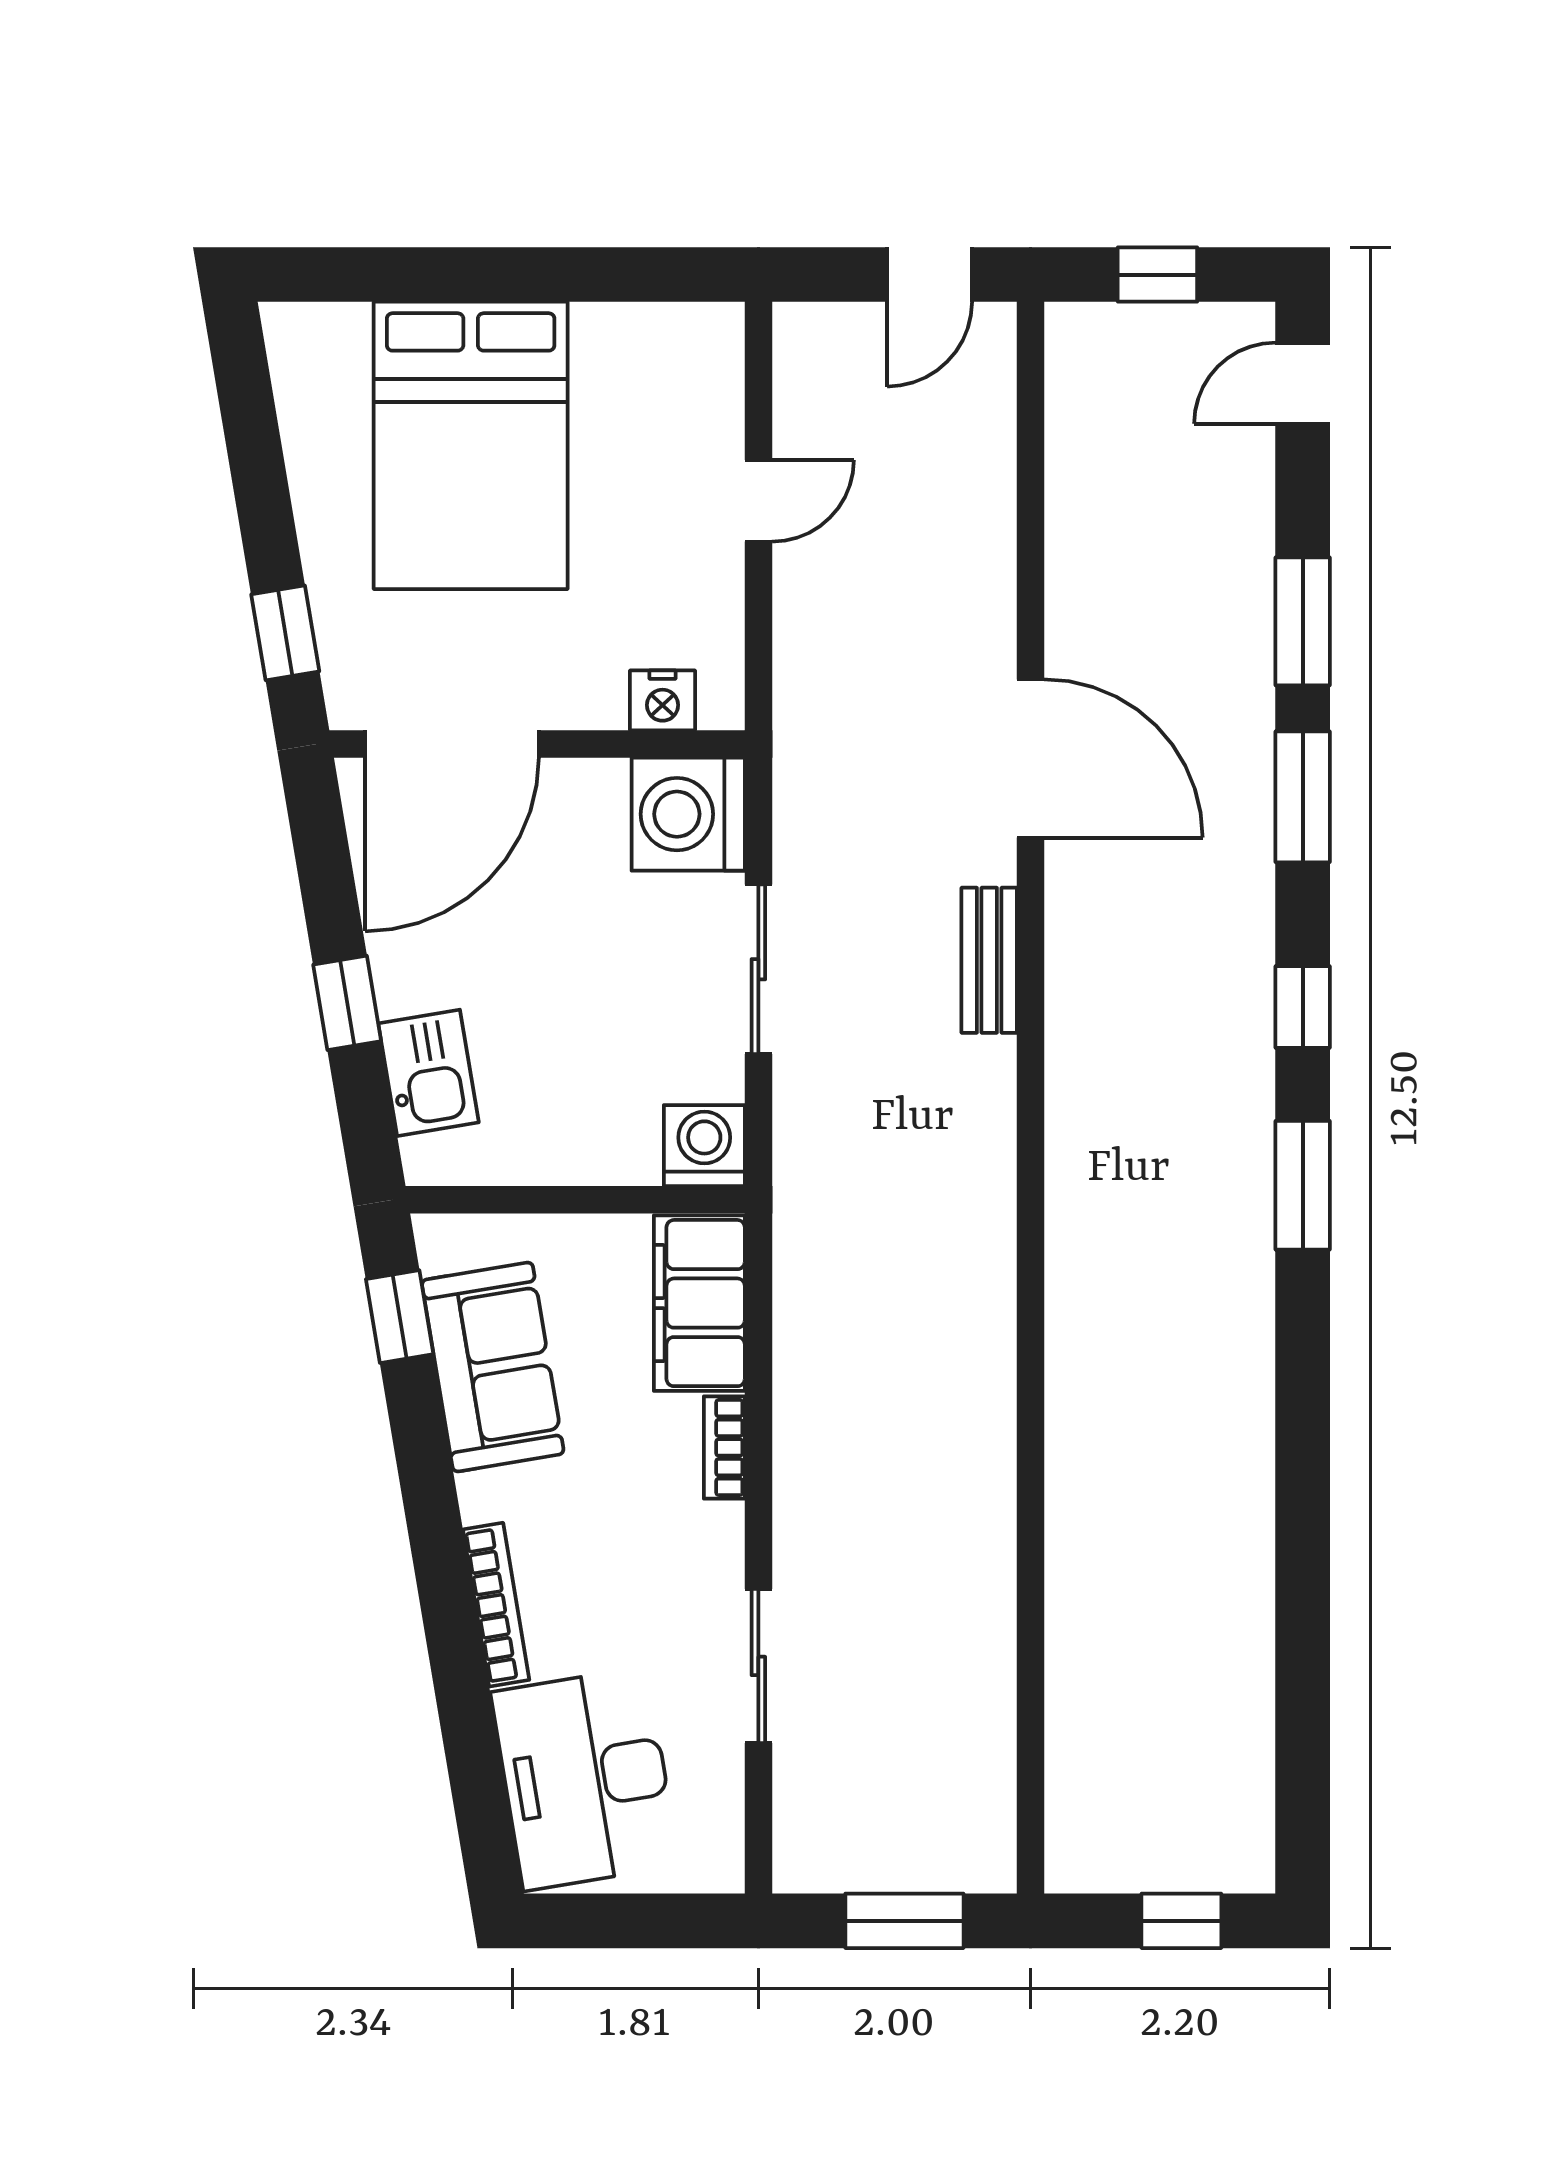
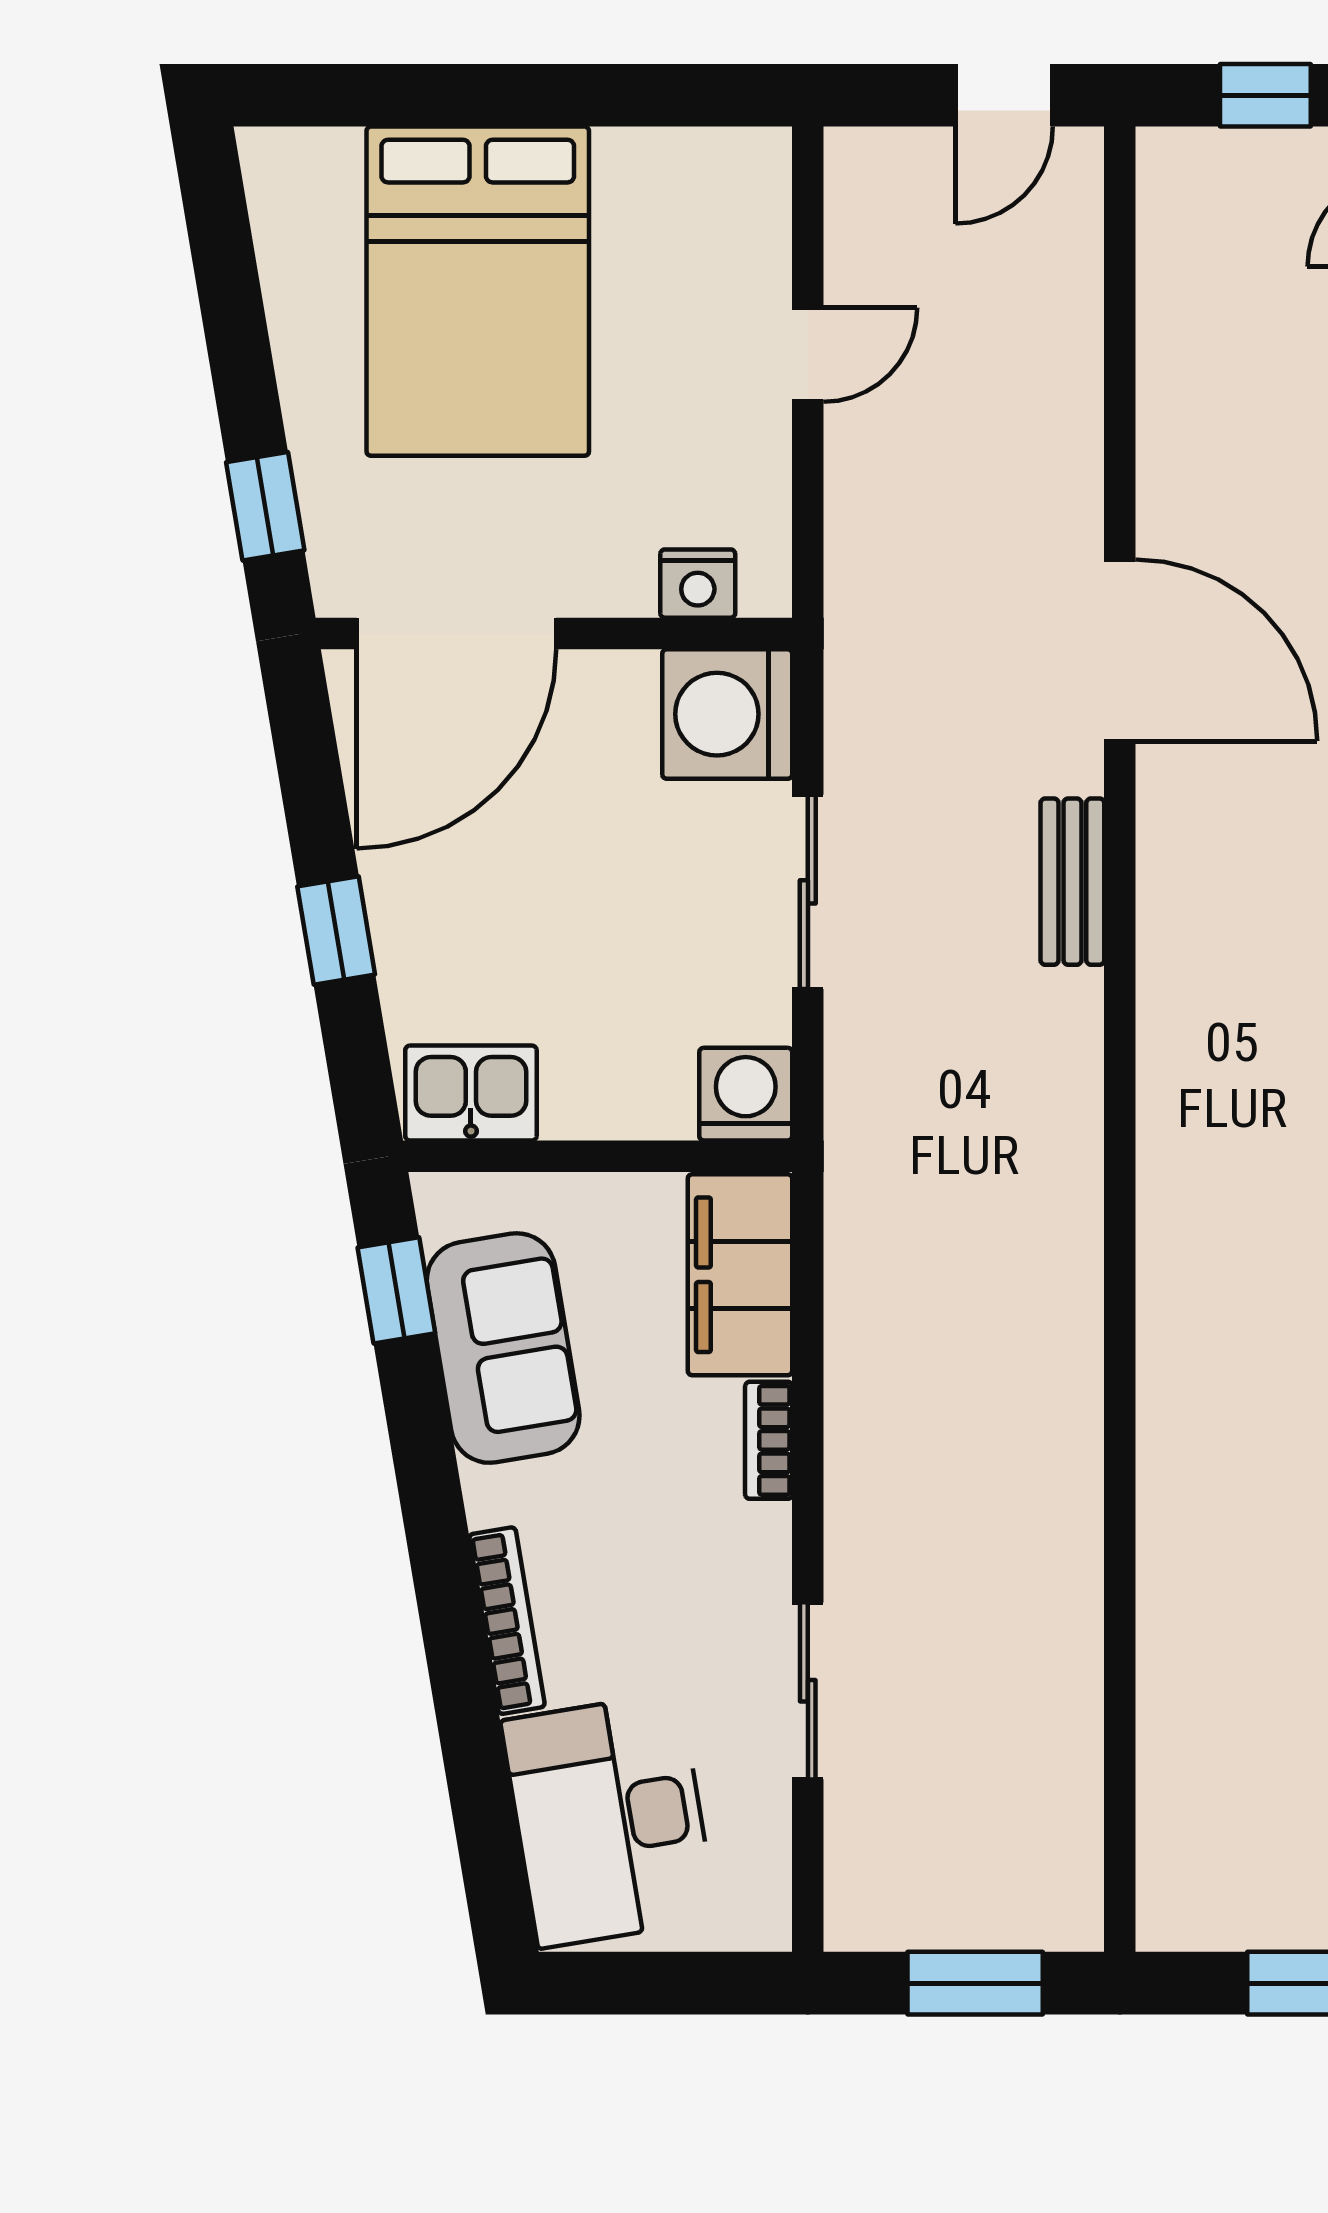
kitchen sink: (428, 1073) -> (471, 1093), moved, turned -81

